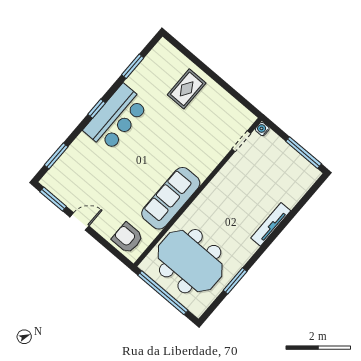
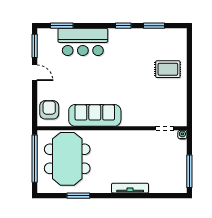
window: (97, 109) -> (123, 26), moved
bar counter: (116, 118) -> (83, 42), moved

